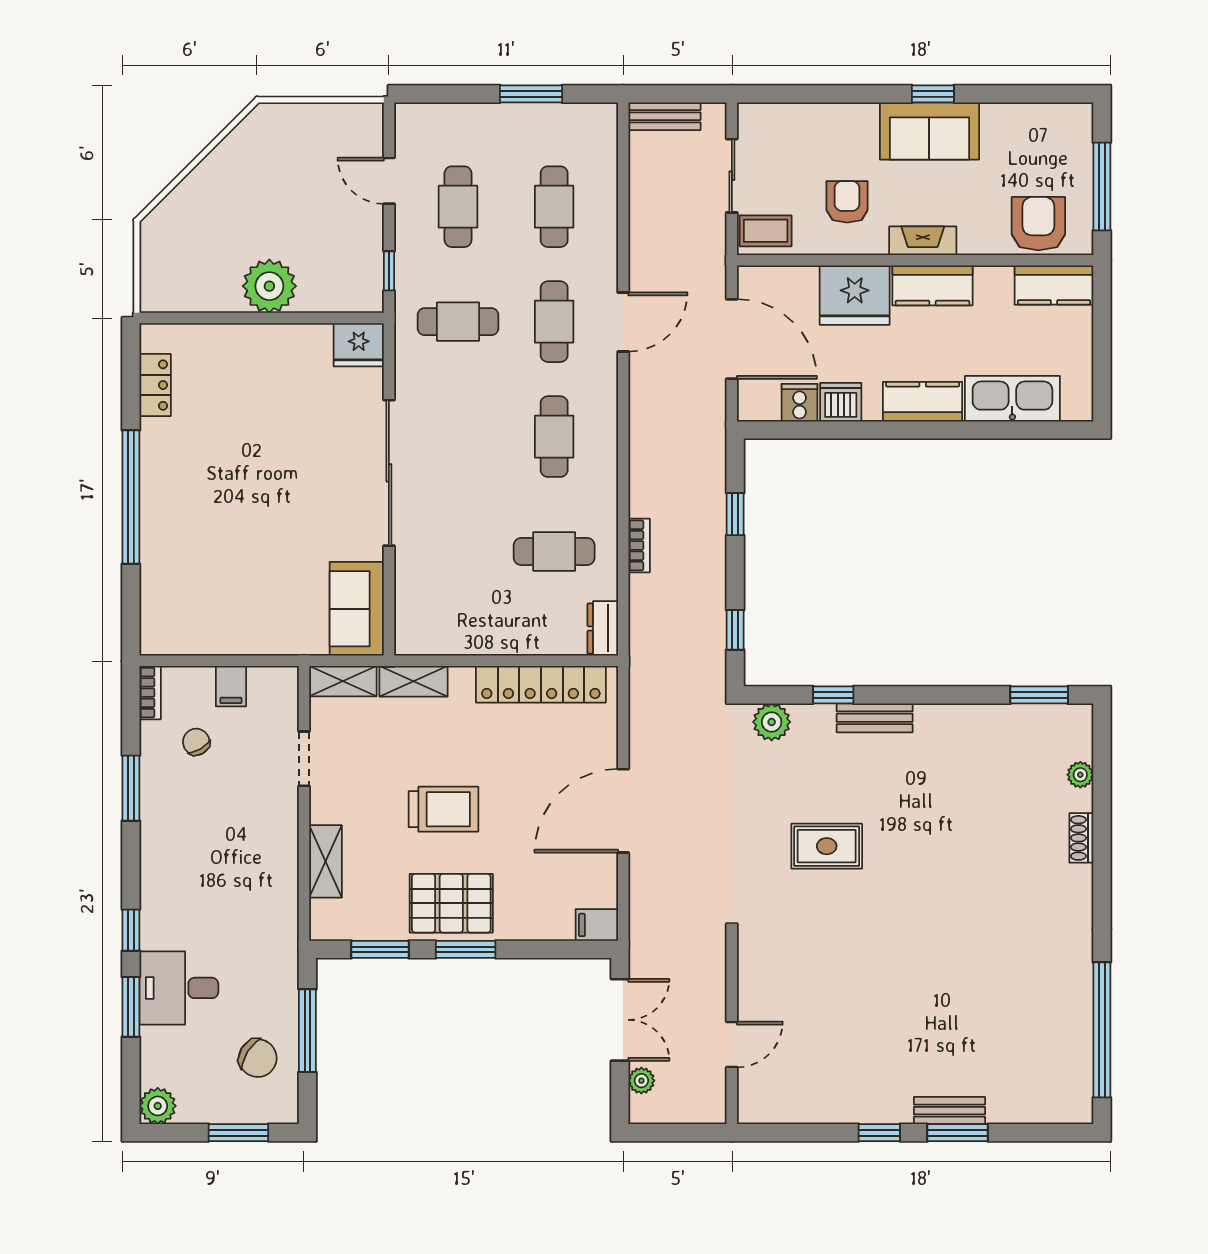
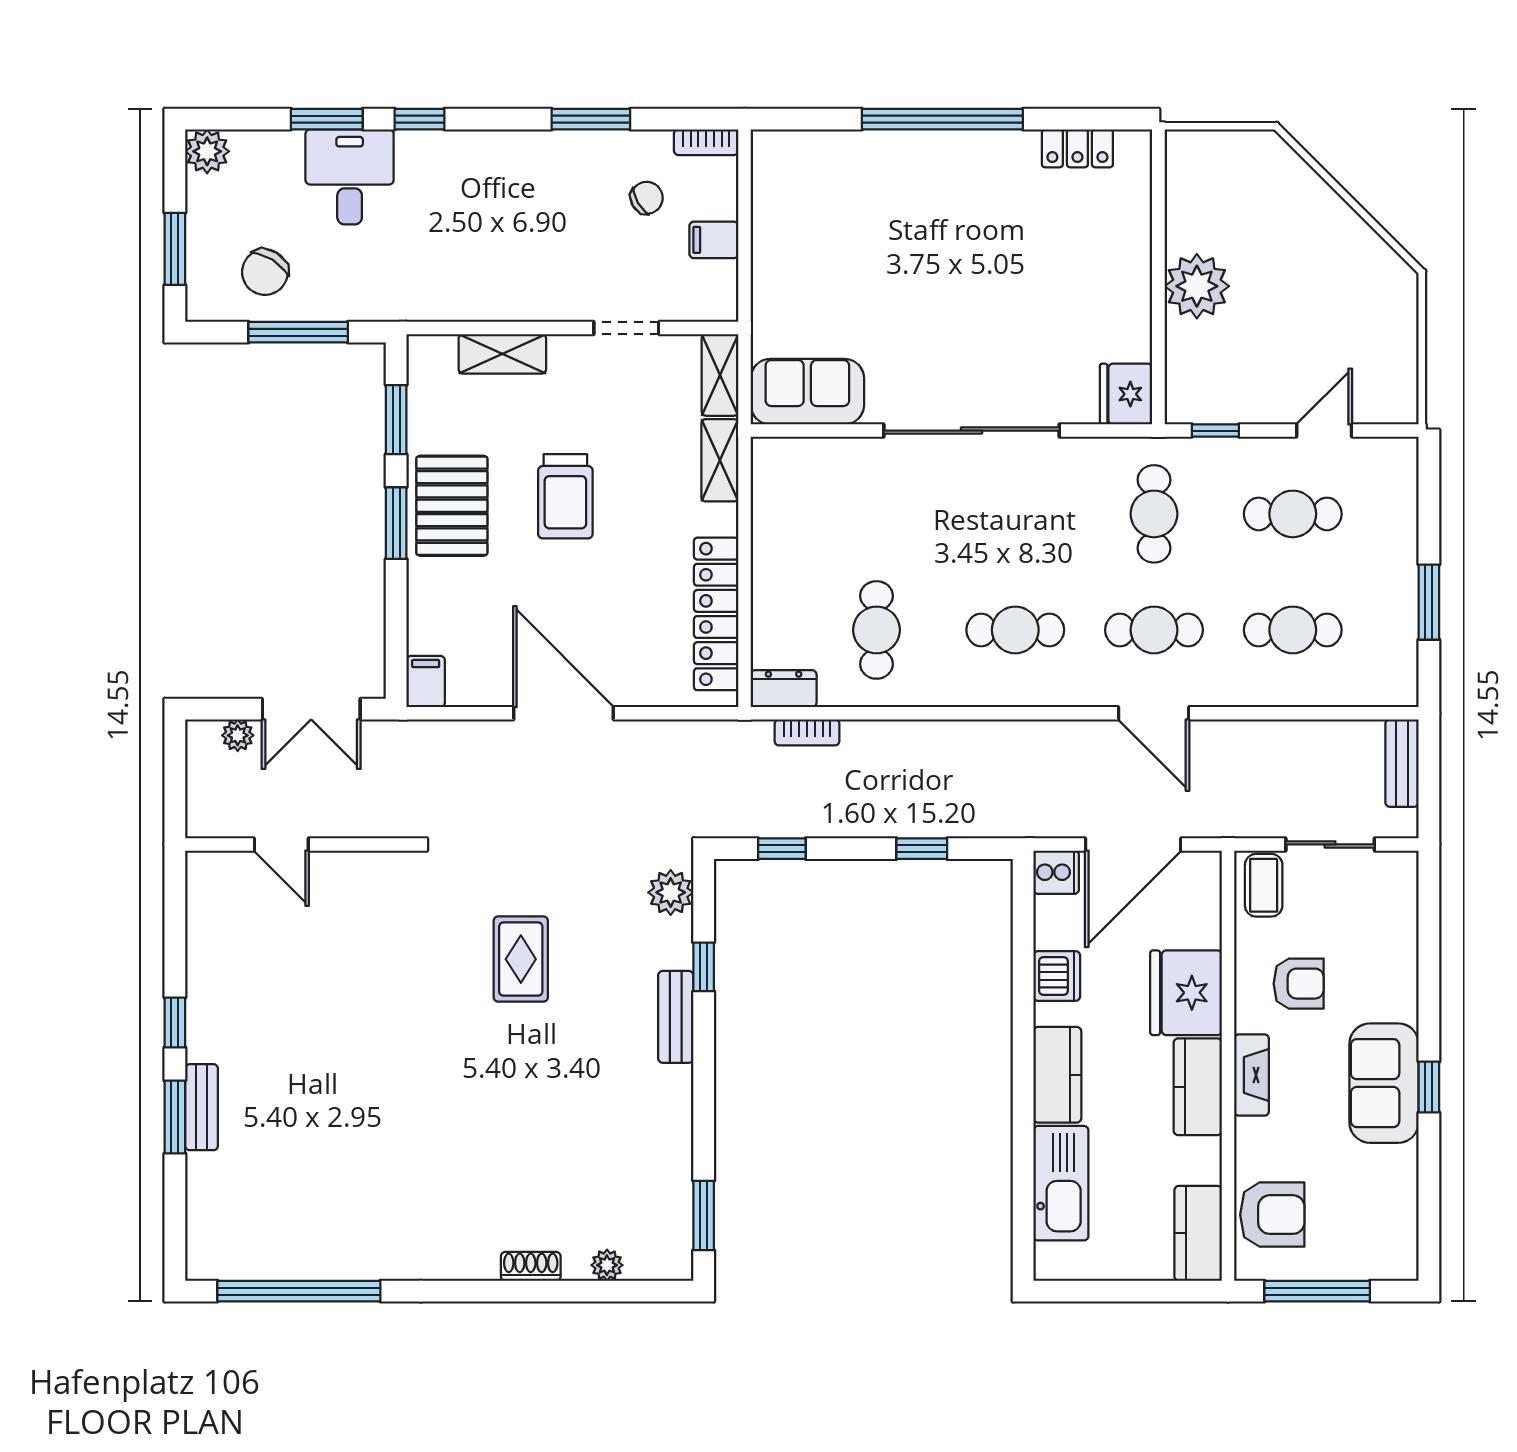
cooker: (800, 403) -> (1056, 872), moved
bookcase: (639, 545) -> (807, 732), moved

